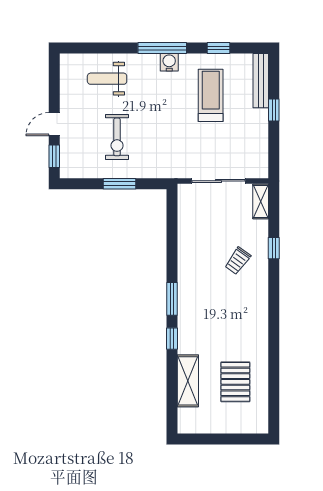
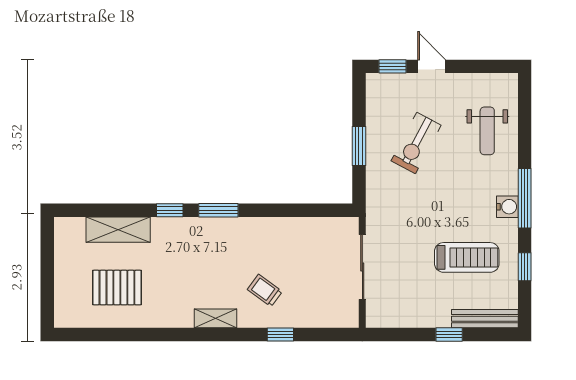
weight bench: (107, 79) -> (487, 131), turned 180
exercise bike: (117, 137) -> (416, 143), turned -62
shelving: (261, 201) -> (216, 318), moved

